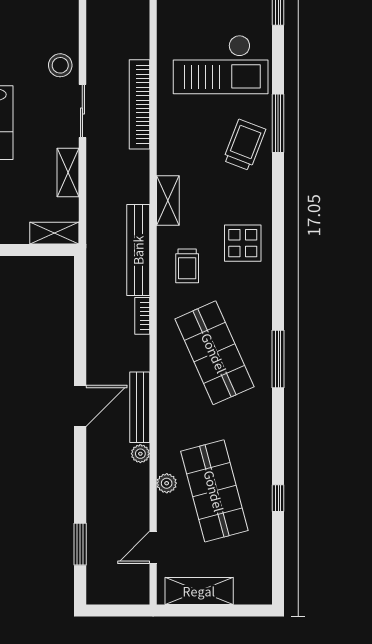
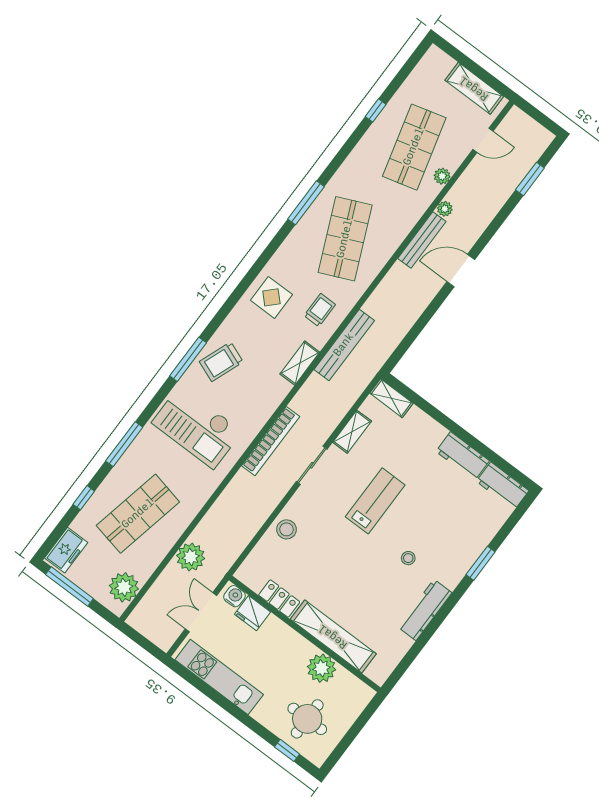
stool: (60, 65) -> (286, 529), moved
checkout: (221, 65) -> (197, 427), turned 180
bookcase: (142, 316) -> (375, 299), removed

